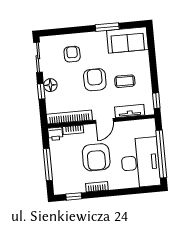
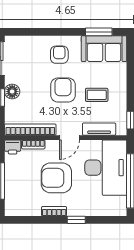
window: (107, 27) -> (99, 32), moved
armchair: (72, 54) -> (59, 55), moved
armchair: (96, 157) -> (56, 178), turned 90
desk: (140, 162) -> (106, 168), moved
window: (74, 196) -> (76, 220), moved

